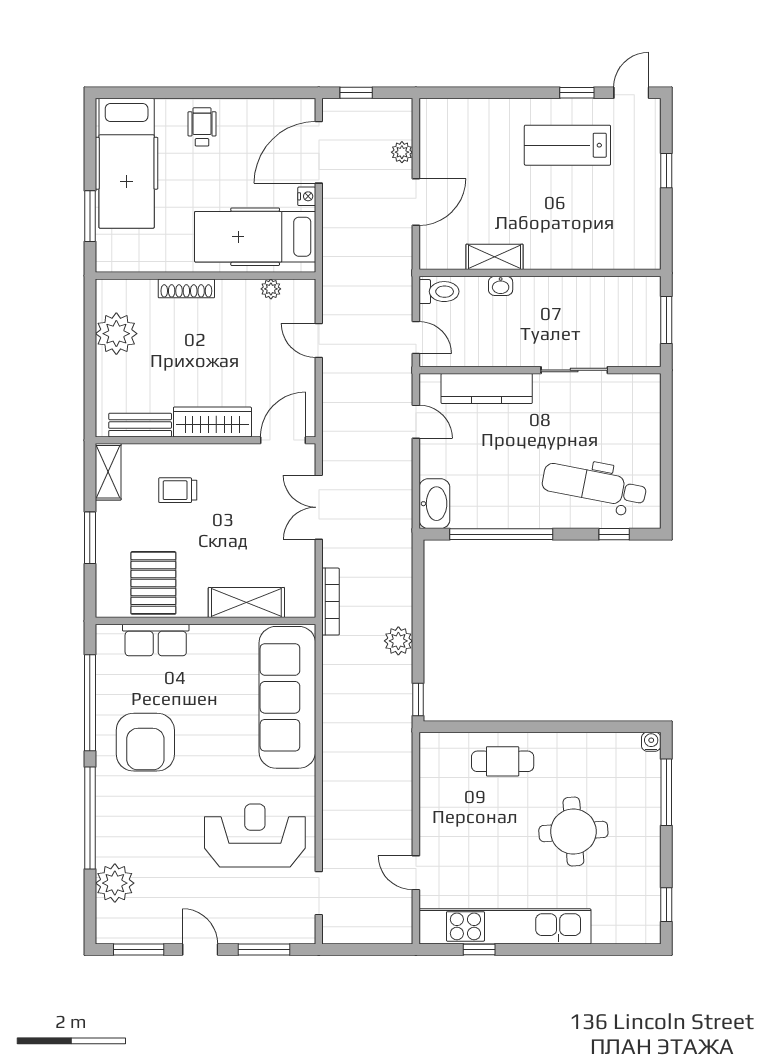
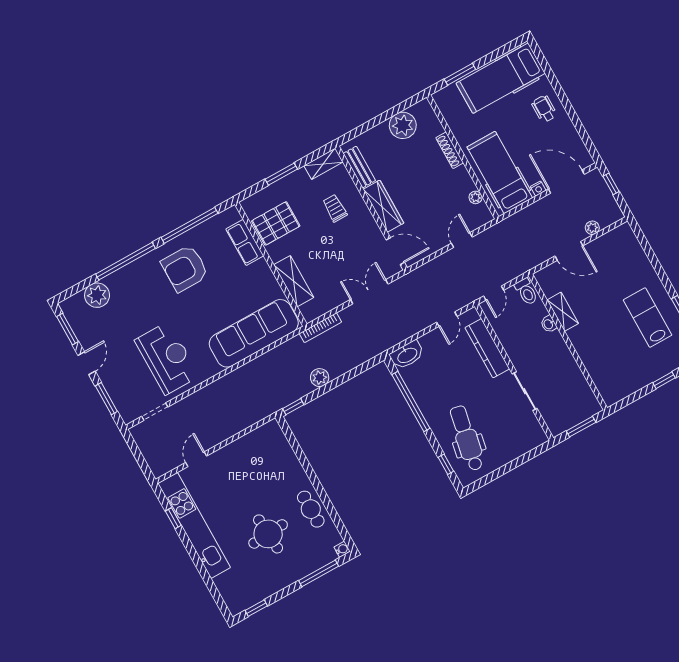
wheelchair: (202, 127) -> (544, 109), turned -90
cafe table: (503, 761) -> (311, 509), moved

